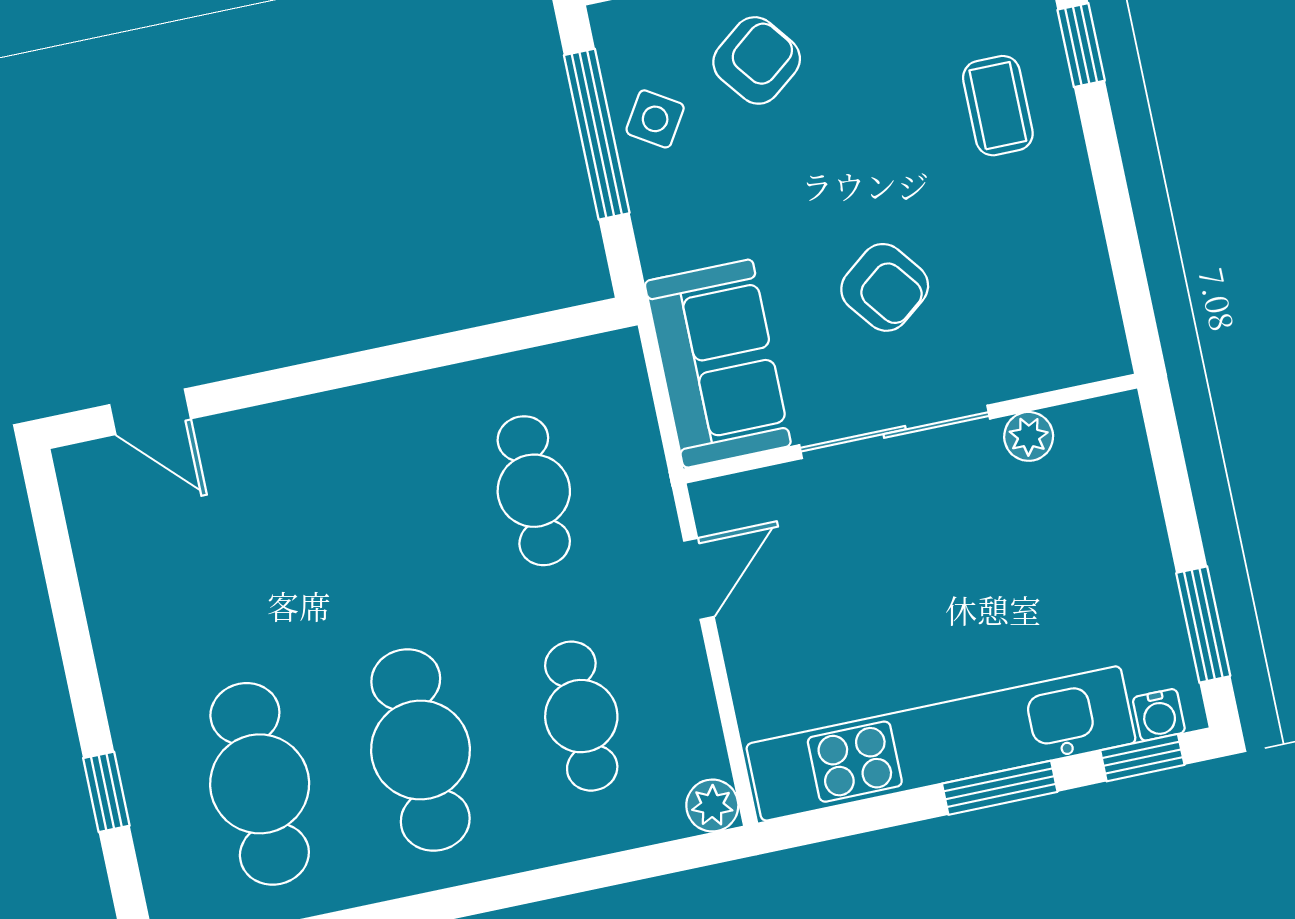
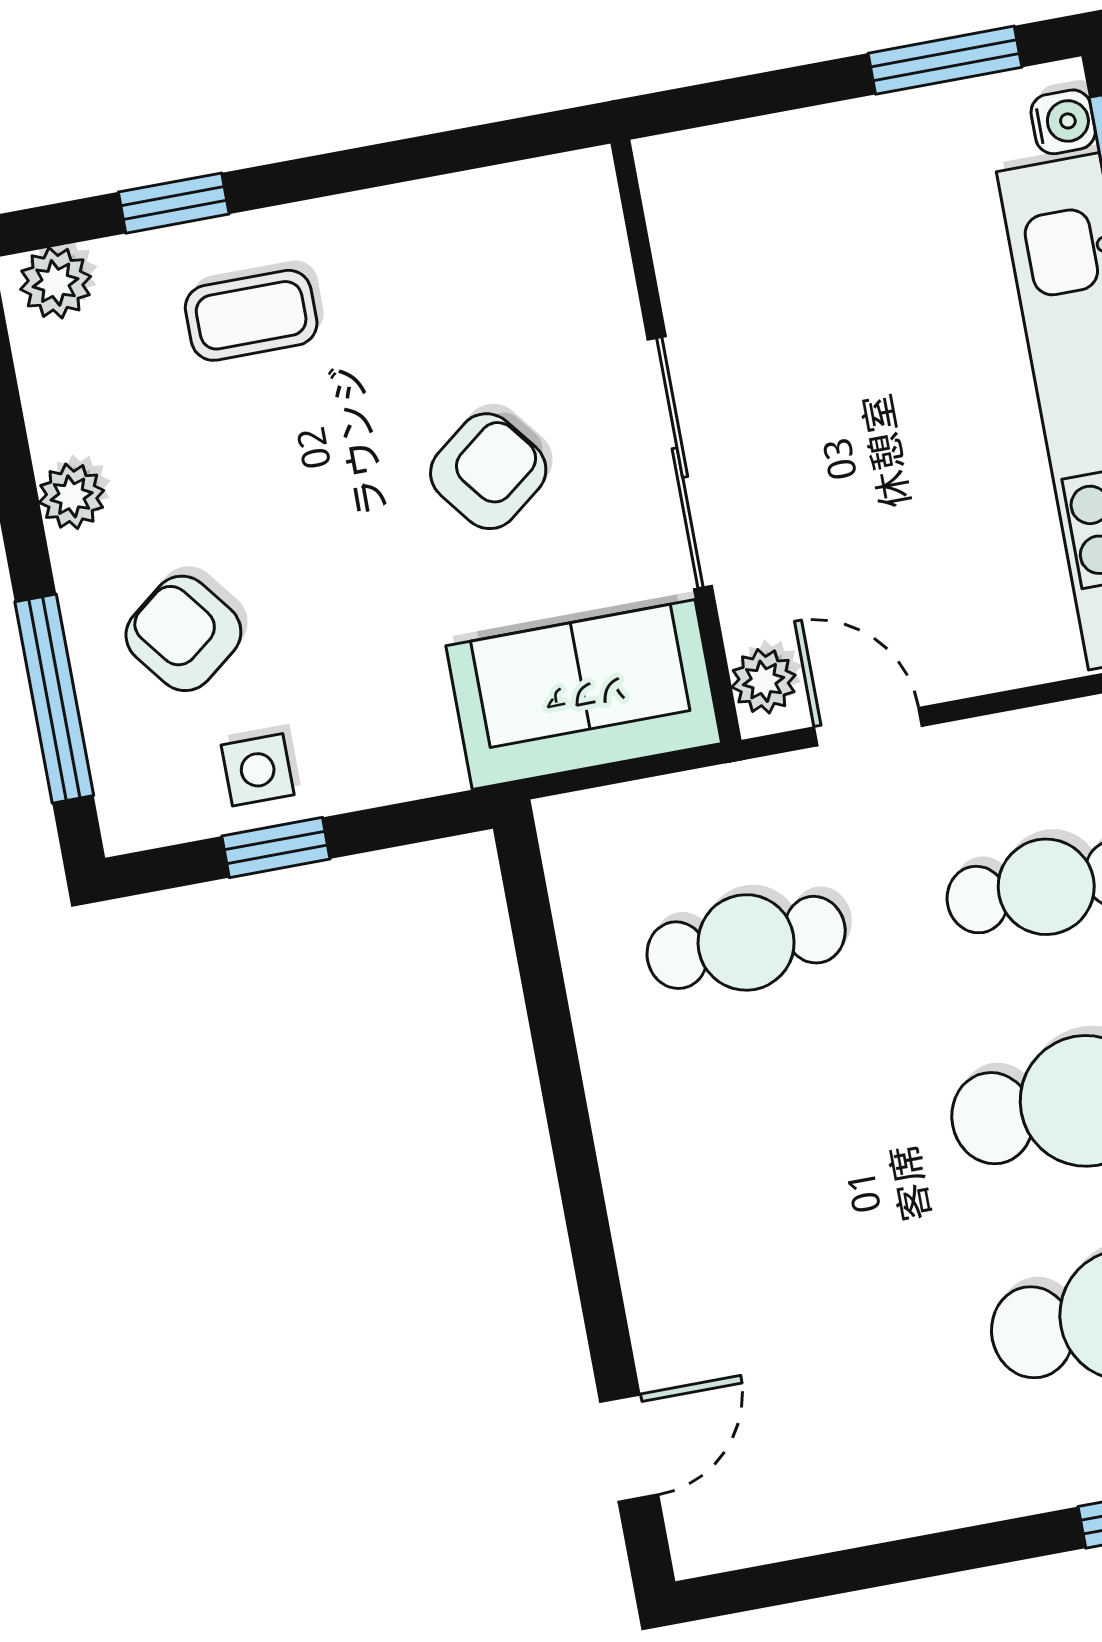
side table: (655, 119) -> (258, 770), turned -32
window: (597, 134) -> (276, 848), width x0.46
plant: (1029, 436) -> (764, 681), moved

